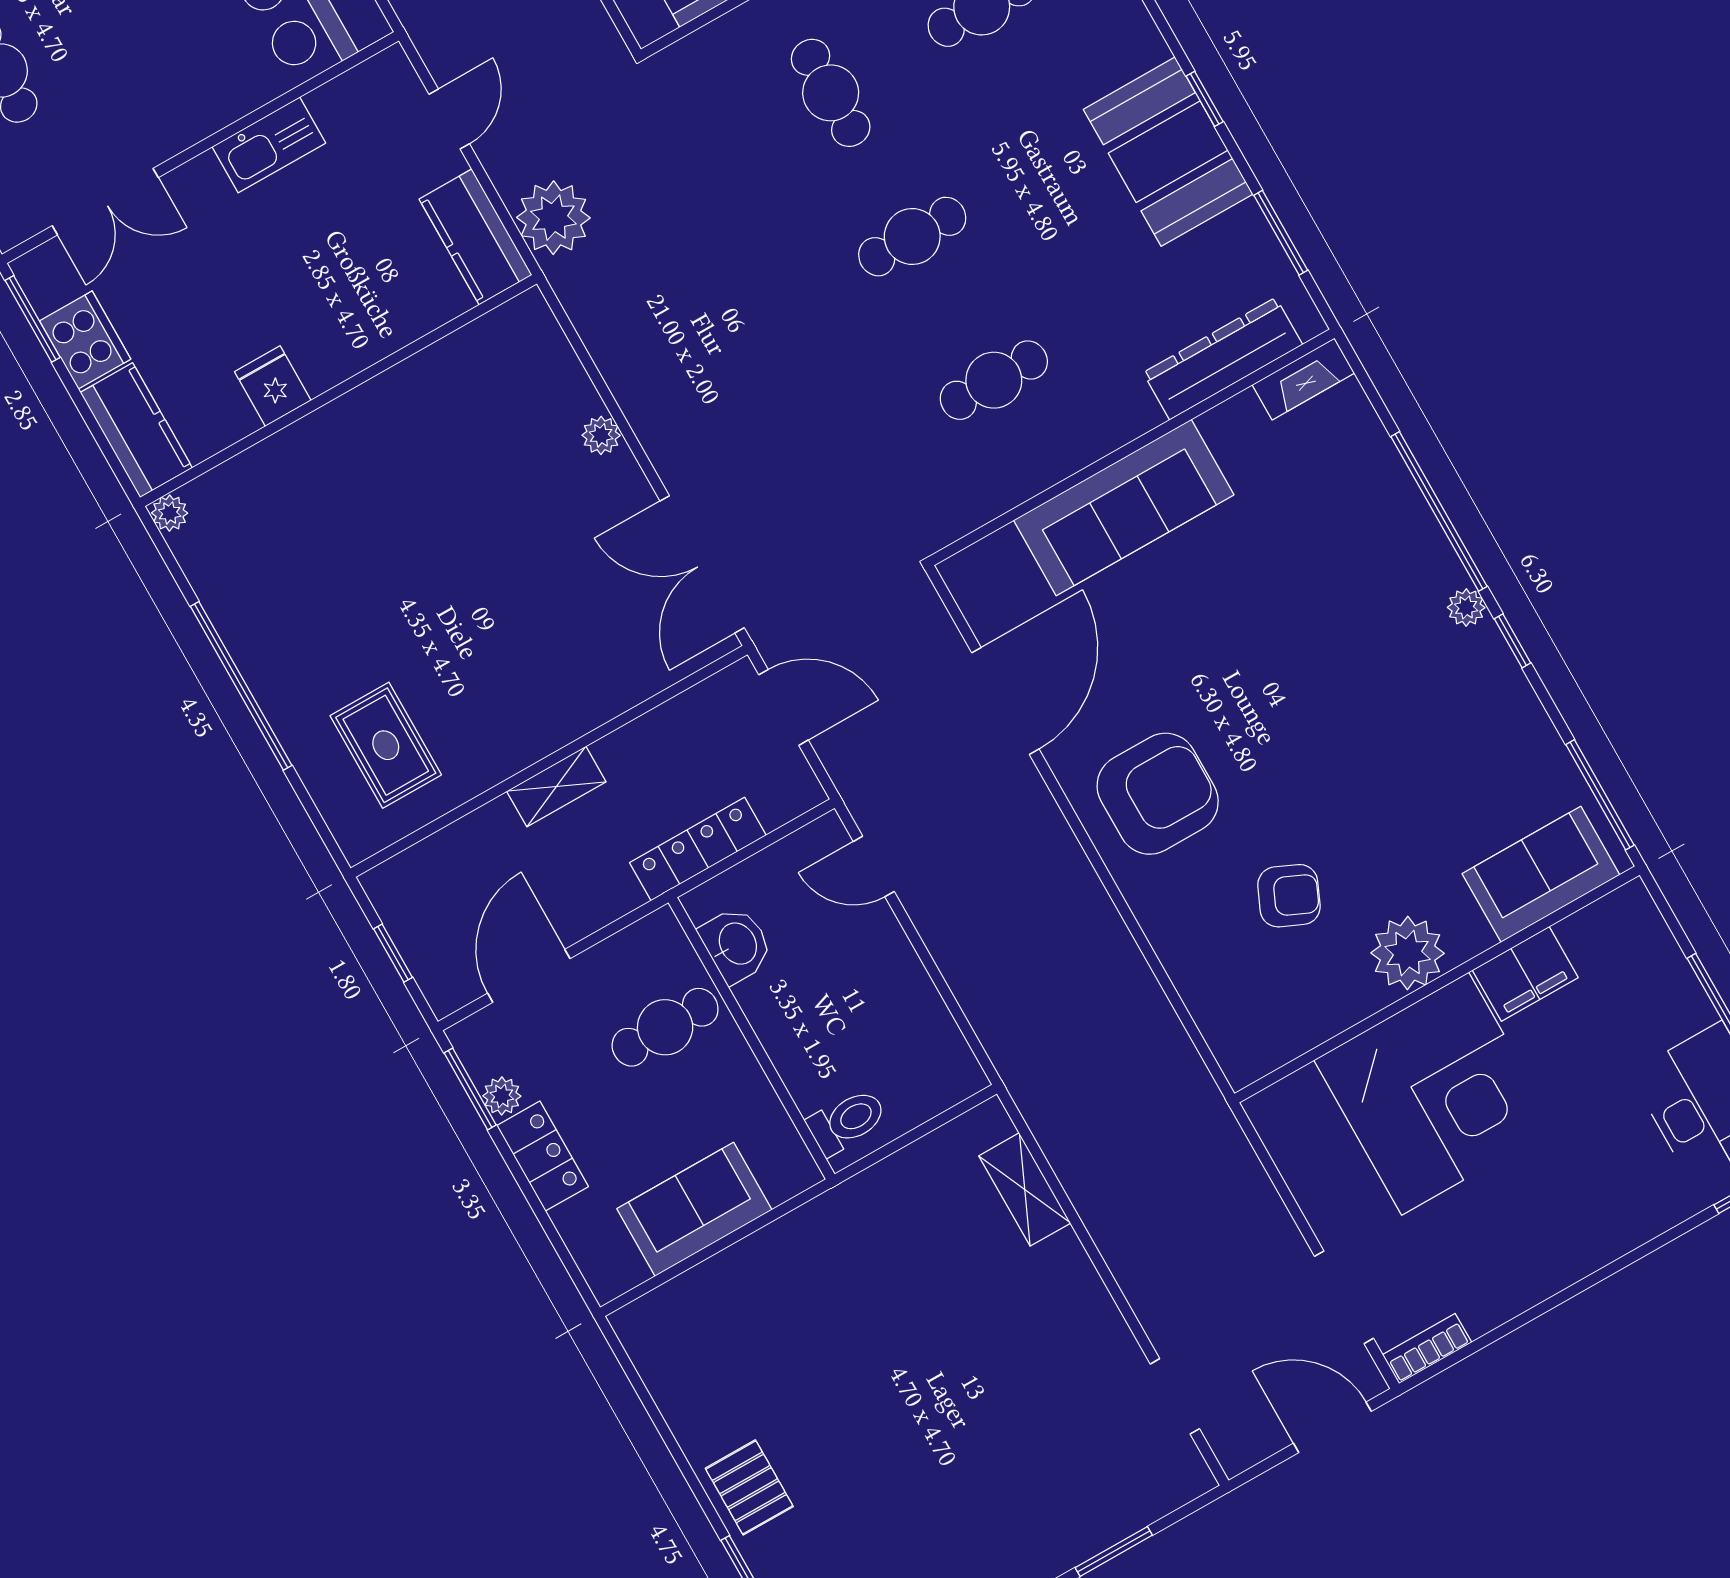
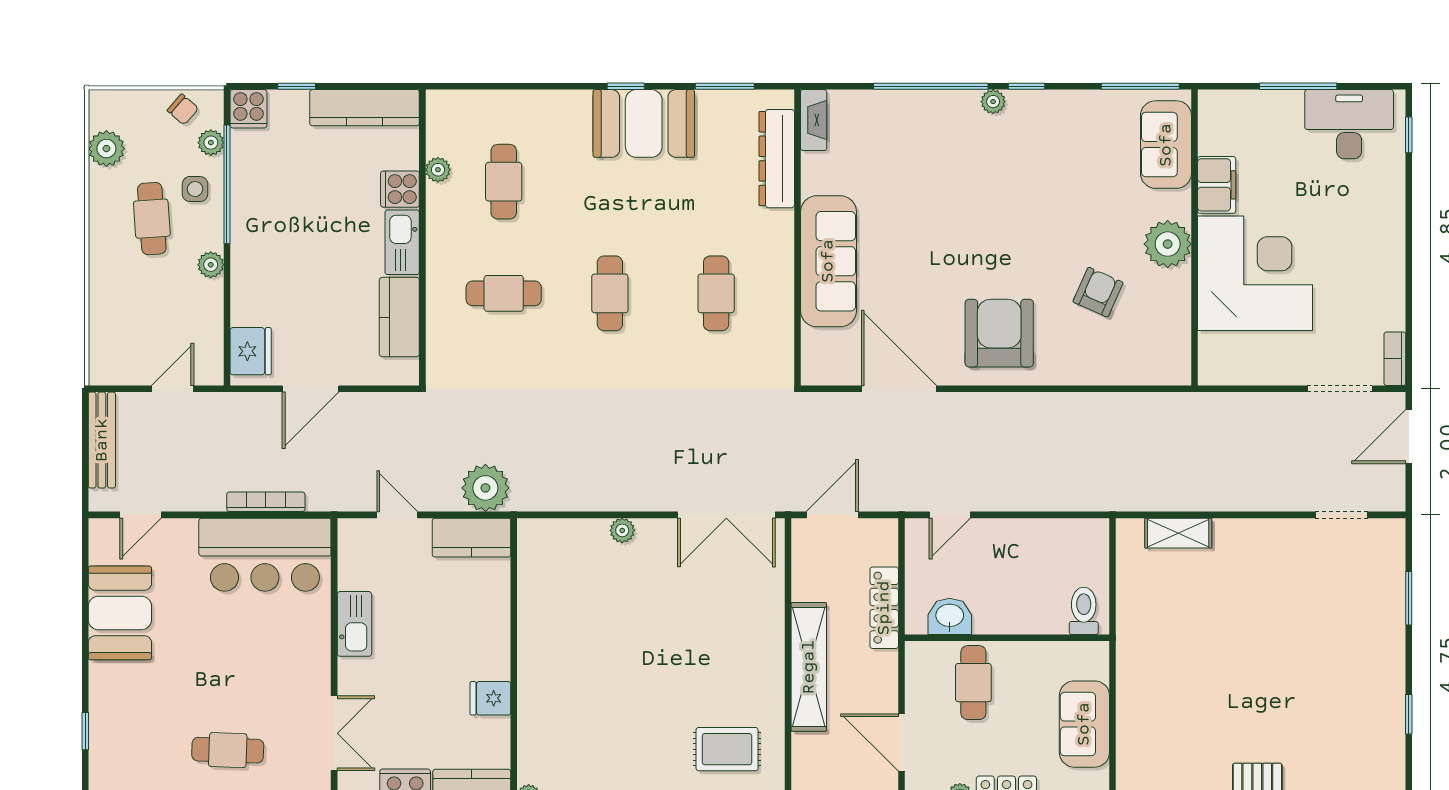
shelving: (556, 787) -> (809, 667), width x2.20, depth x1.33

